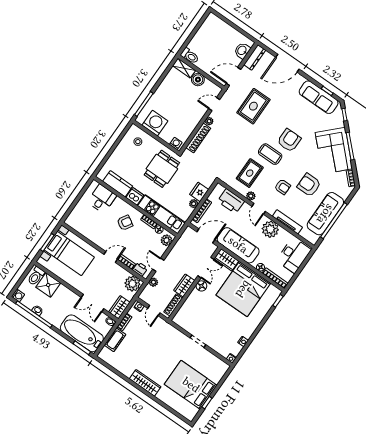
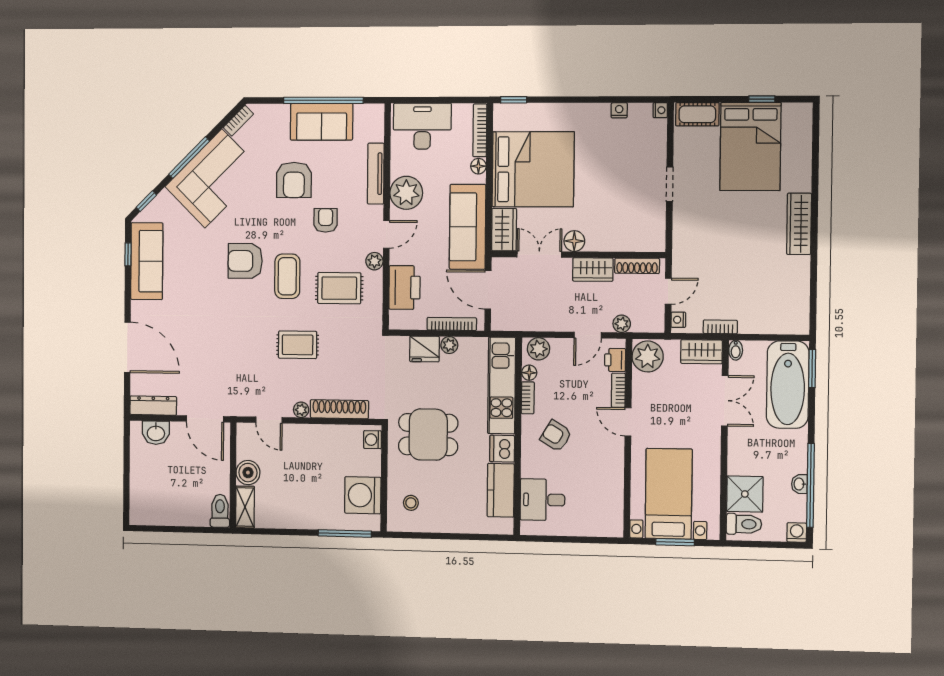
rug: (253, 106) -> (298, 345), moved, width x0.73, depth x0.70
sofa: (325, 214) -> (322, 122), width x0.73
cot: (115, 340) -> (697, 114), moved

